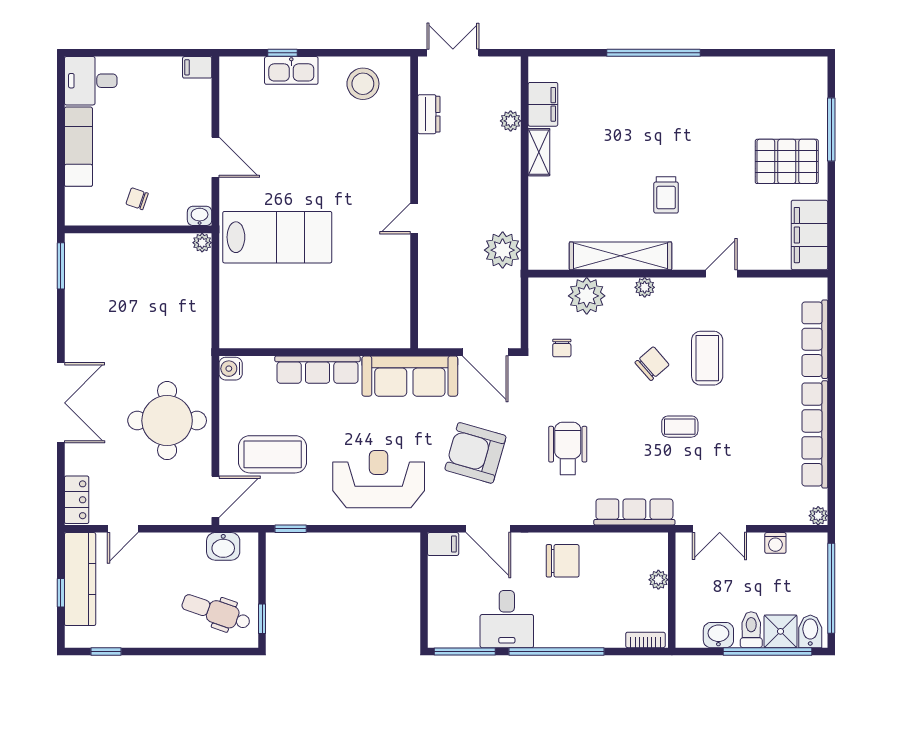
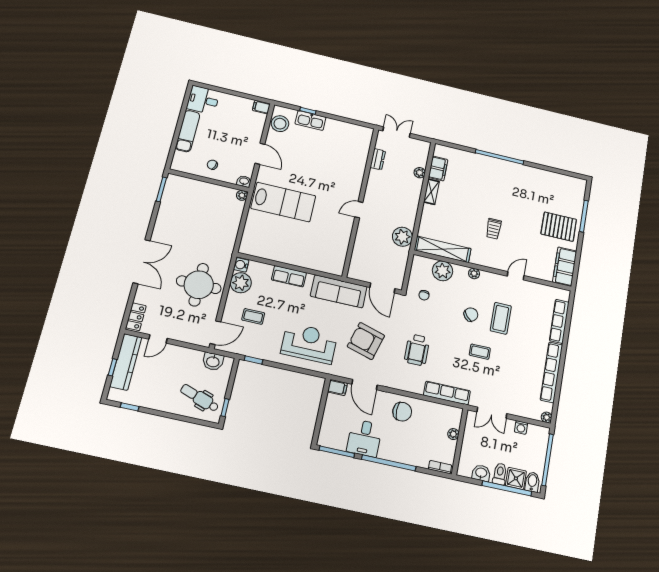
stool: (363, 84) -> (280, 124), moved
shelving: (620, 256) -> (443, 249), moved
row of seats: (318, 370) -> (289, 276), width x0.68
plant: (237, 400) -> (241, 283), added
wheelchair: (568, 448) -> (417, 350), turned 180
coffee table: (273, 454) -> (253, 316), width x0.54, depth x0.58

